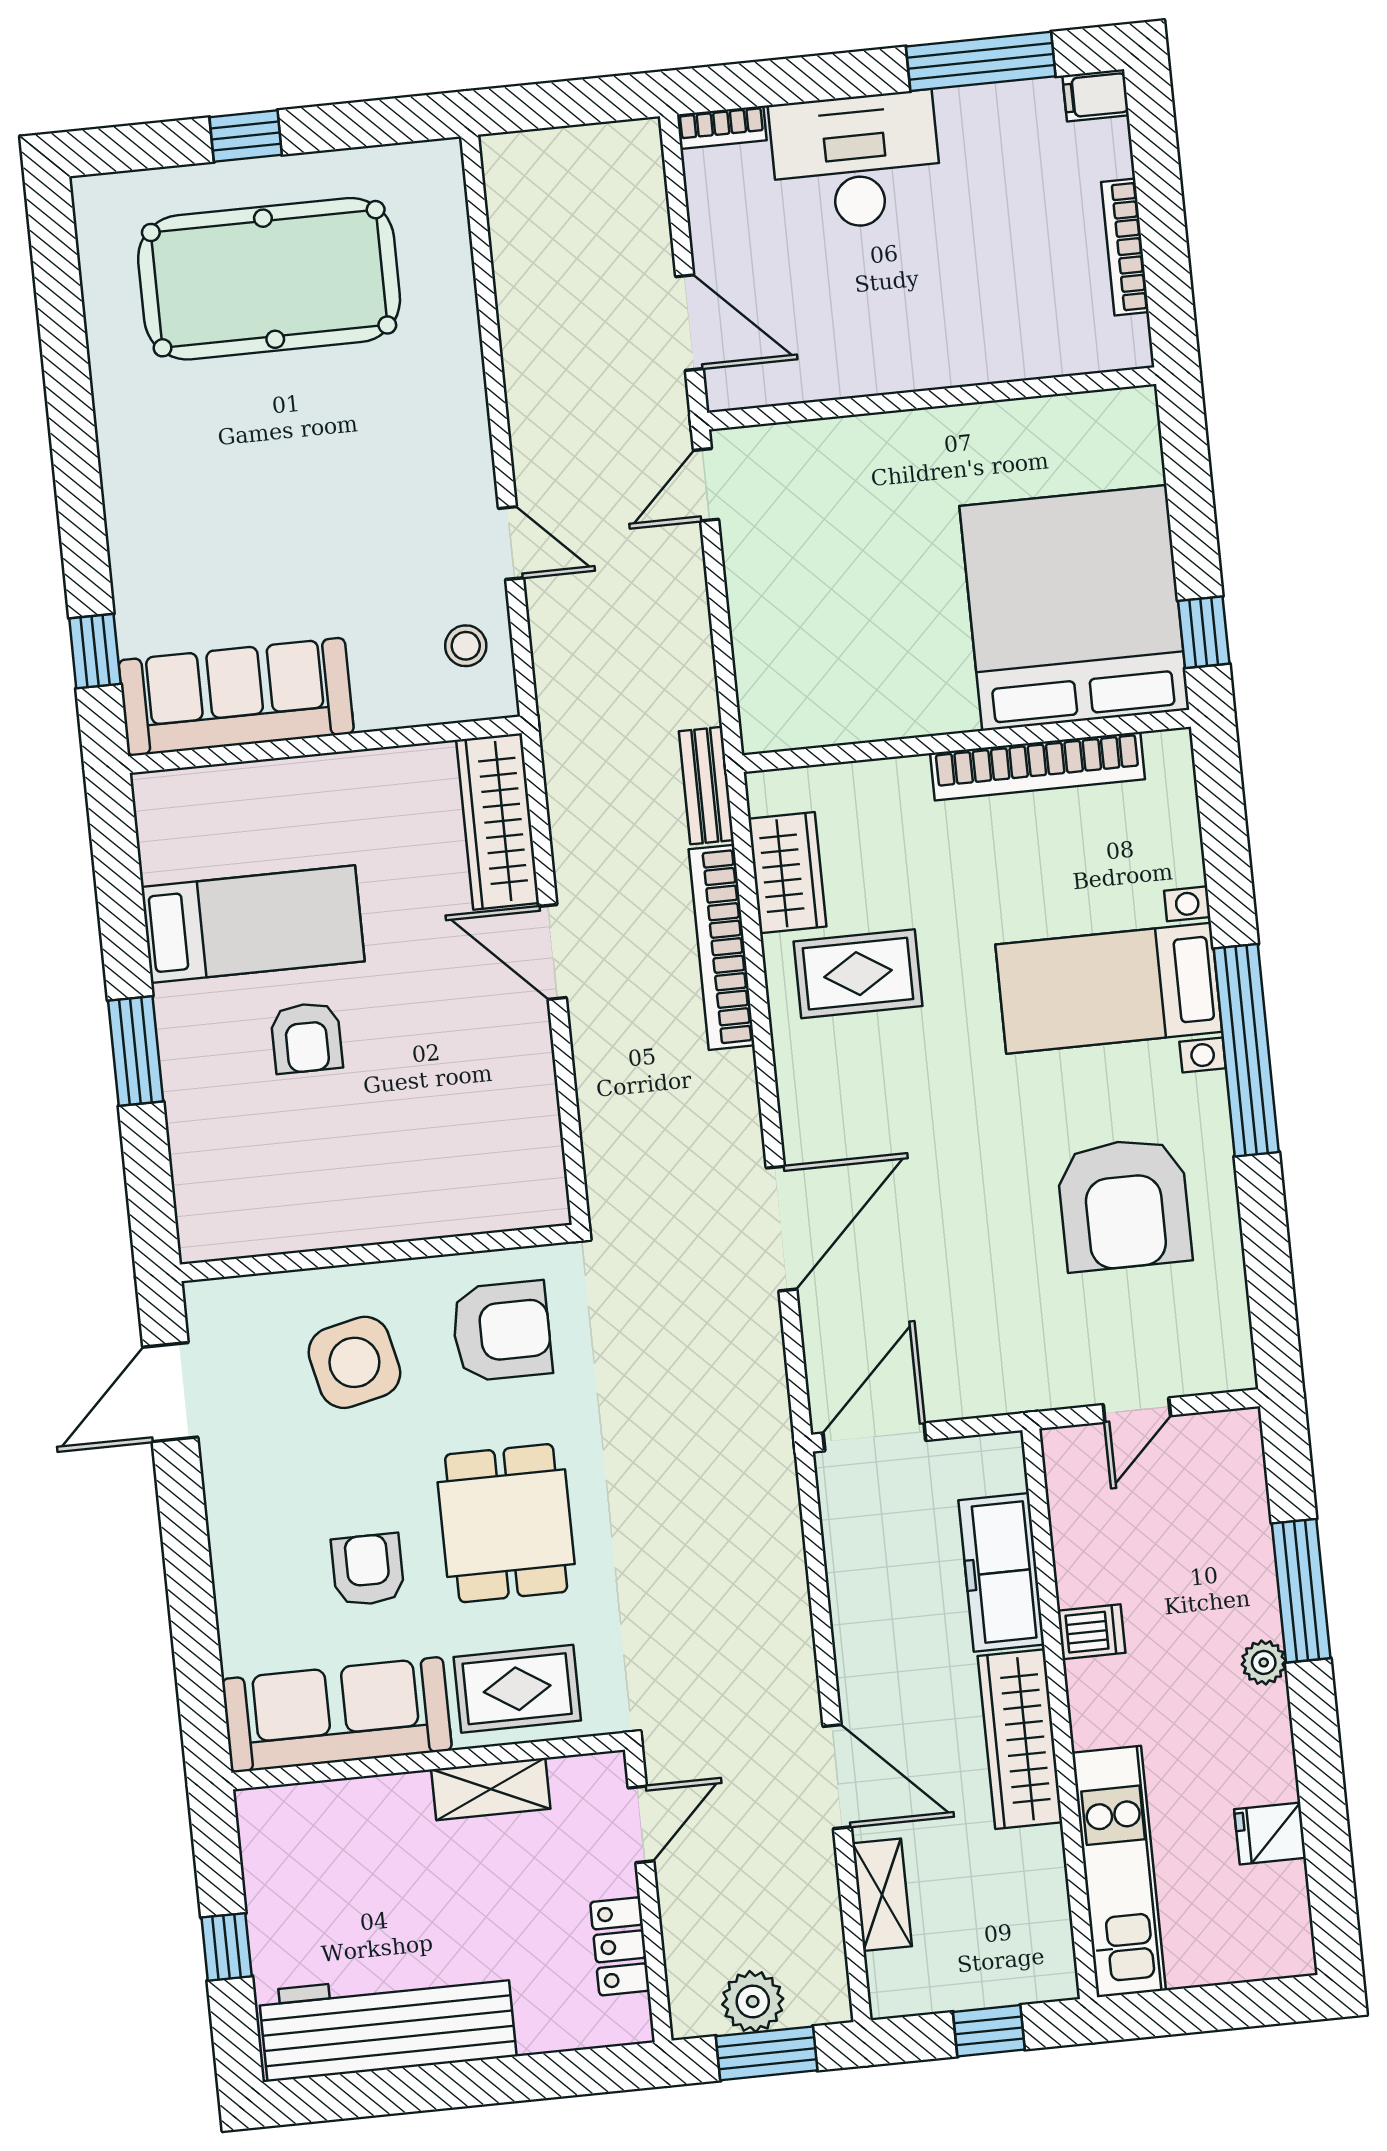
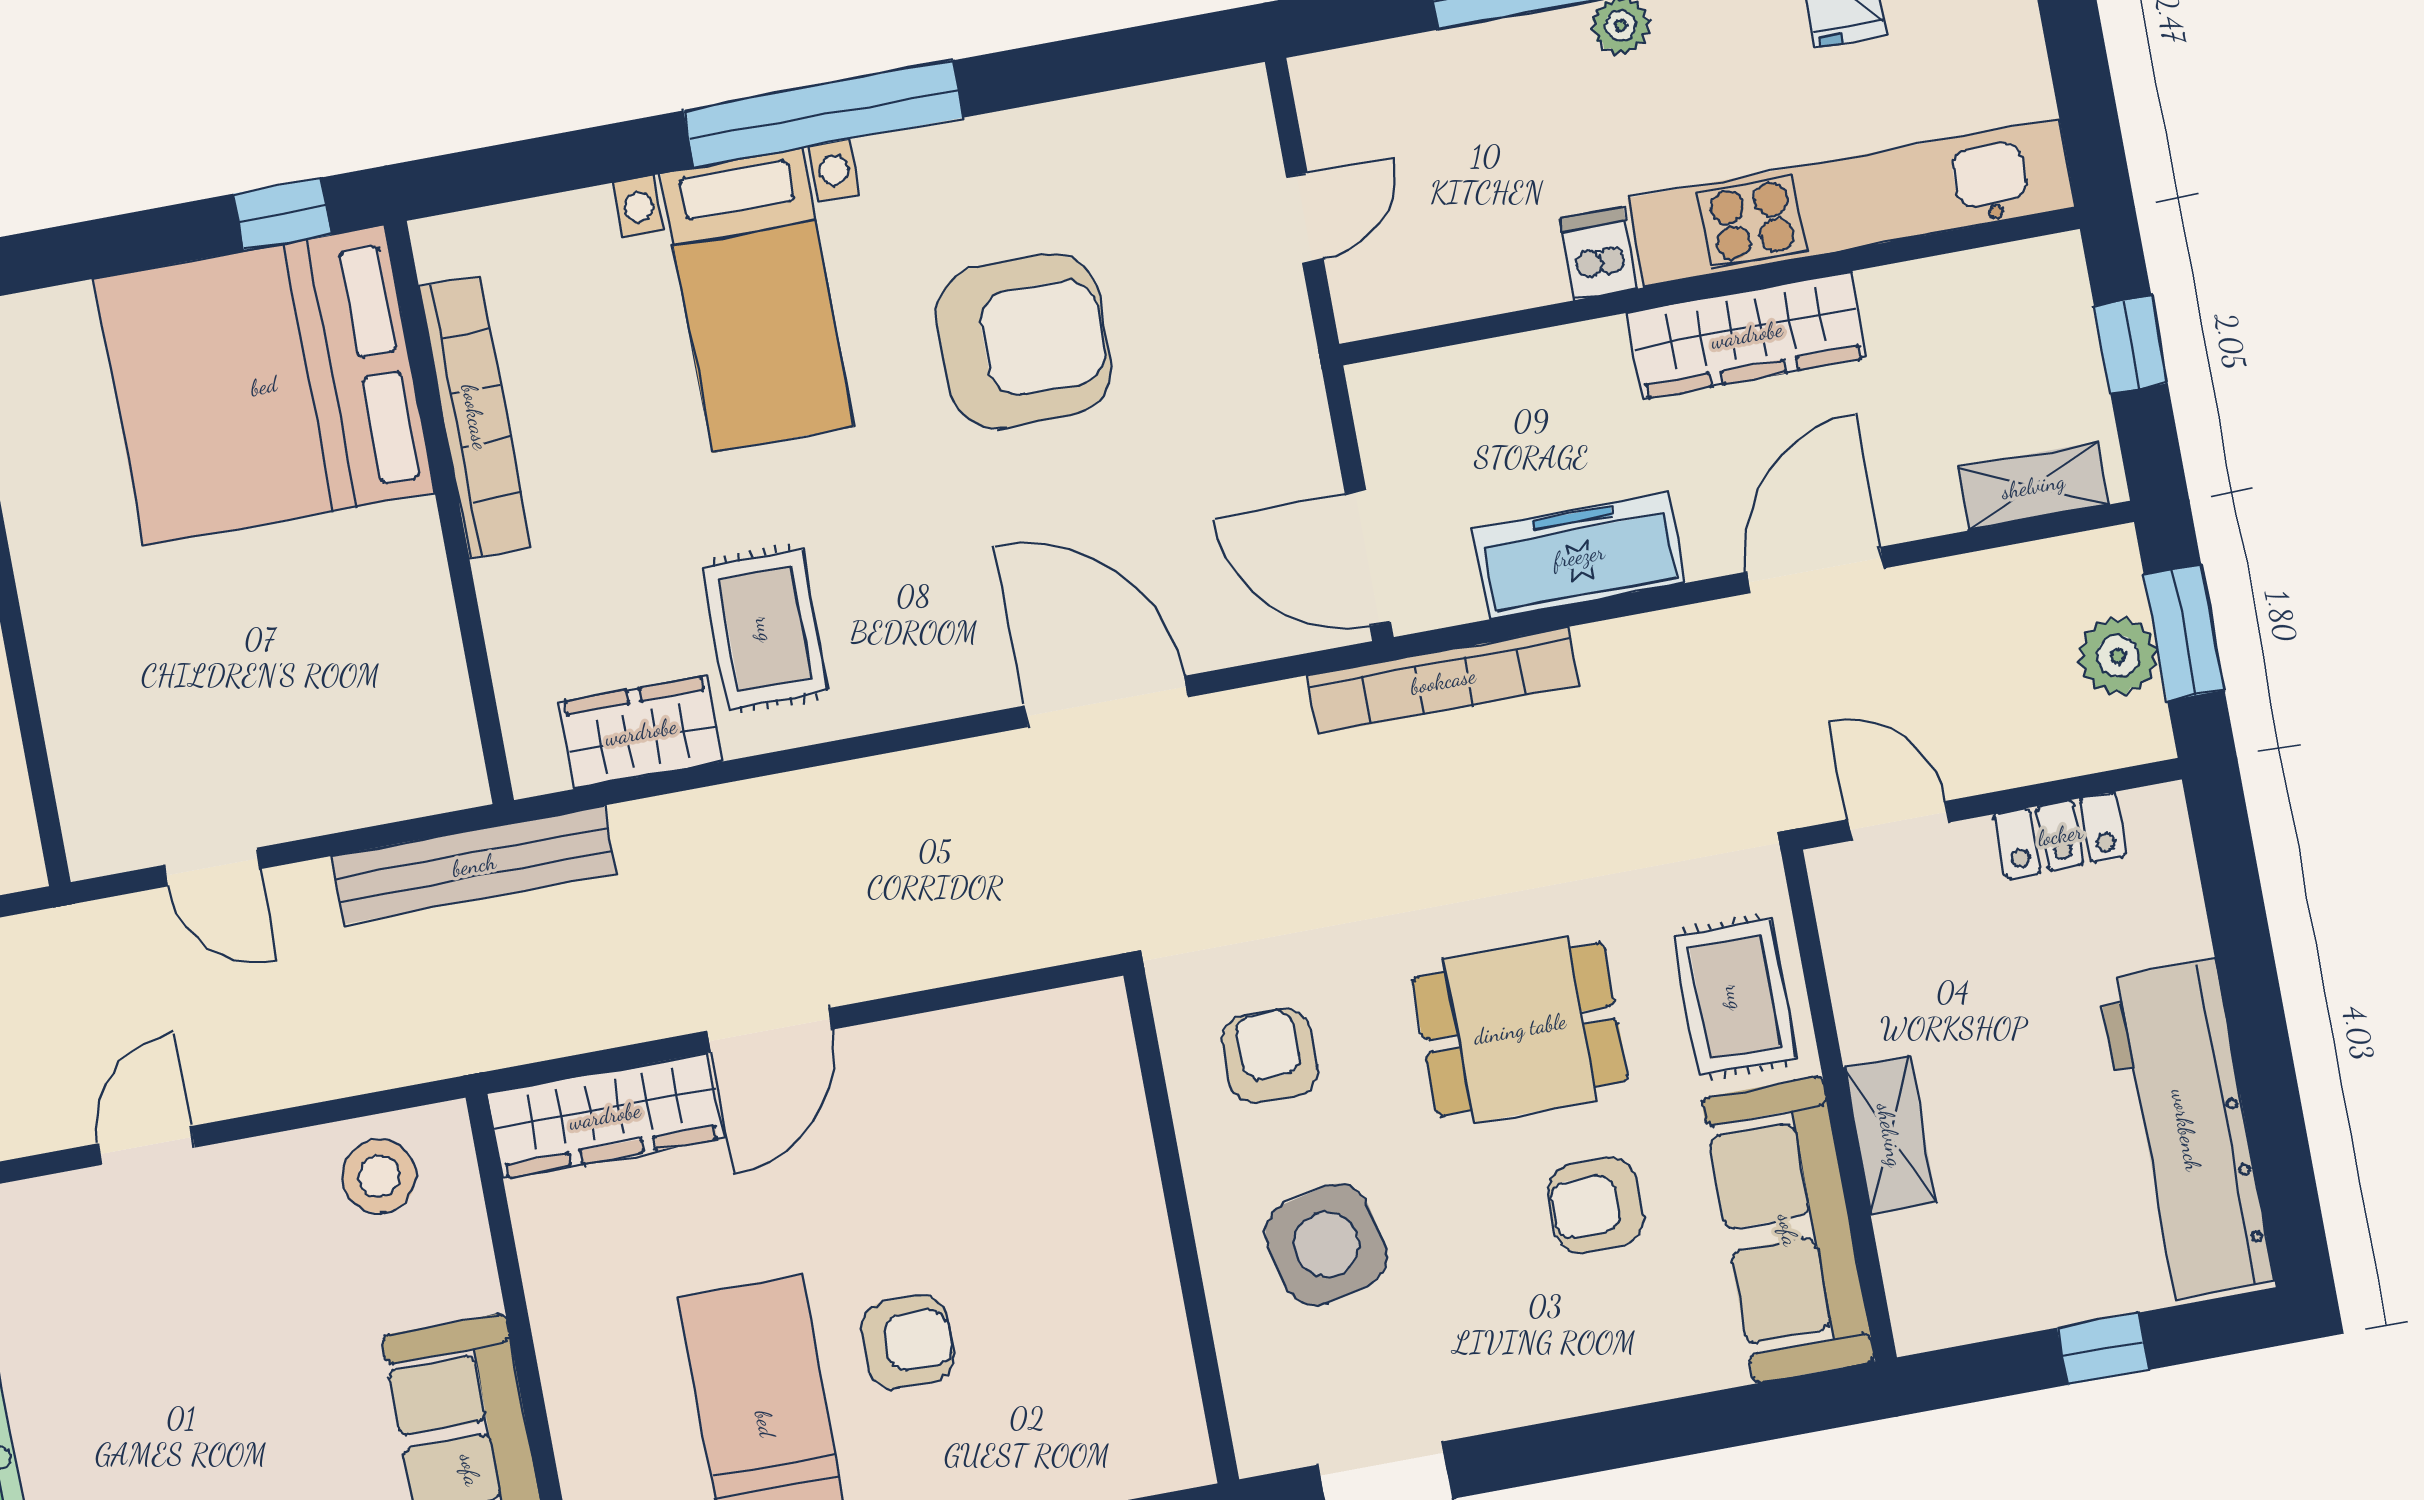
door: (706, 485) -> (212, 867), moved
door: (511, 543) -> (146, 1146), moved
stool: (466, 646) -> (379, 1176), width x1.37, depth x1.37
bench: (706, 786) -> (474, 865), width x1.86, depth x1.21
bookcase: (722, 947) -> (1443, 681), moved
armchair: (1124, 1204) -> (1024, 341), moved
armchair: (502, 1331) -> (1270, 1056), width x0.72, depth x0.72
door: (1137, 1410) -> (1305, 218), hinge flipped
freezer: (1001, 1572) -> (1579, 556), moved, turned 180
shelving: (491, 1789) -> (1890, 1135), moved
kitchen unit: (1119, 1872) -> (1852, 203), width x1.36
shelving: (882, 1895) -> (2033, 486), moved

